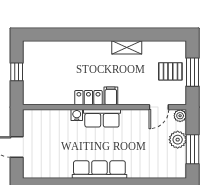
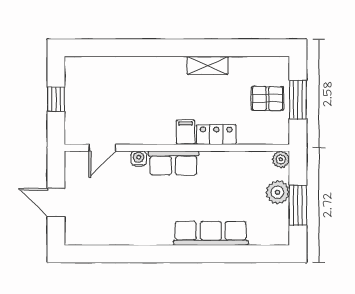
locker: (88, 98) -> (216, 135), moved
door: (159, 107) -> (102, 148), moved
row of seats: (99, 169) -> (211, 233), moved

